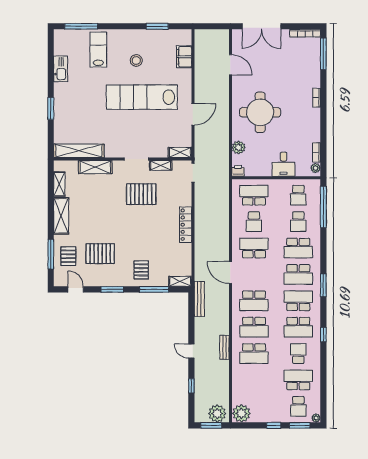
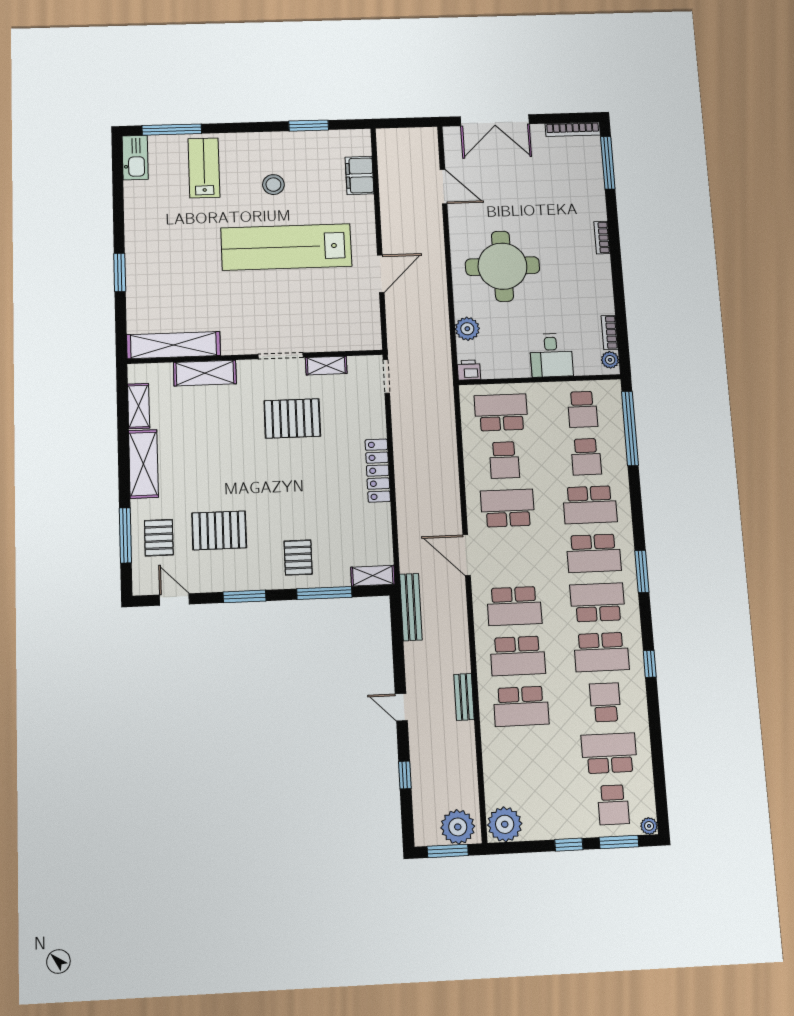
kitchen sink: (61, 69) -> (135, 158), moved
shelving: (180, 152) -> (361, 341), removed

